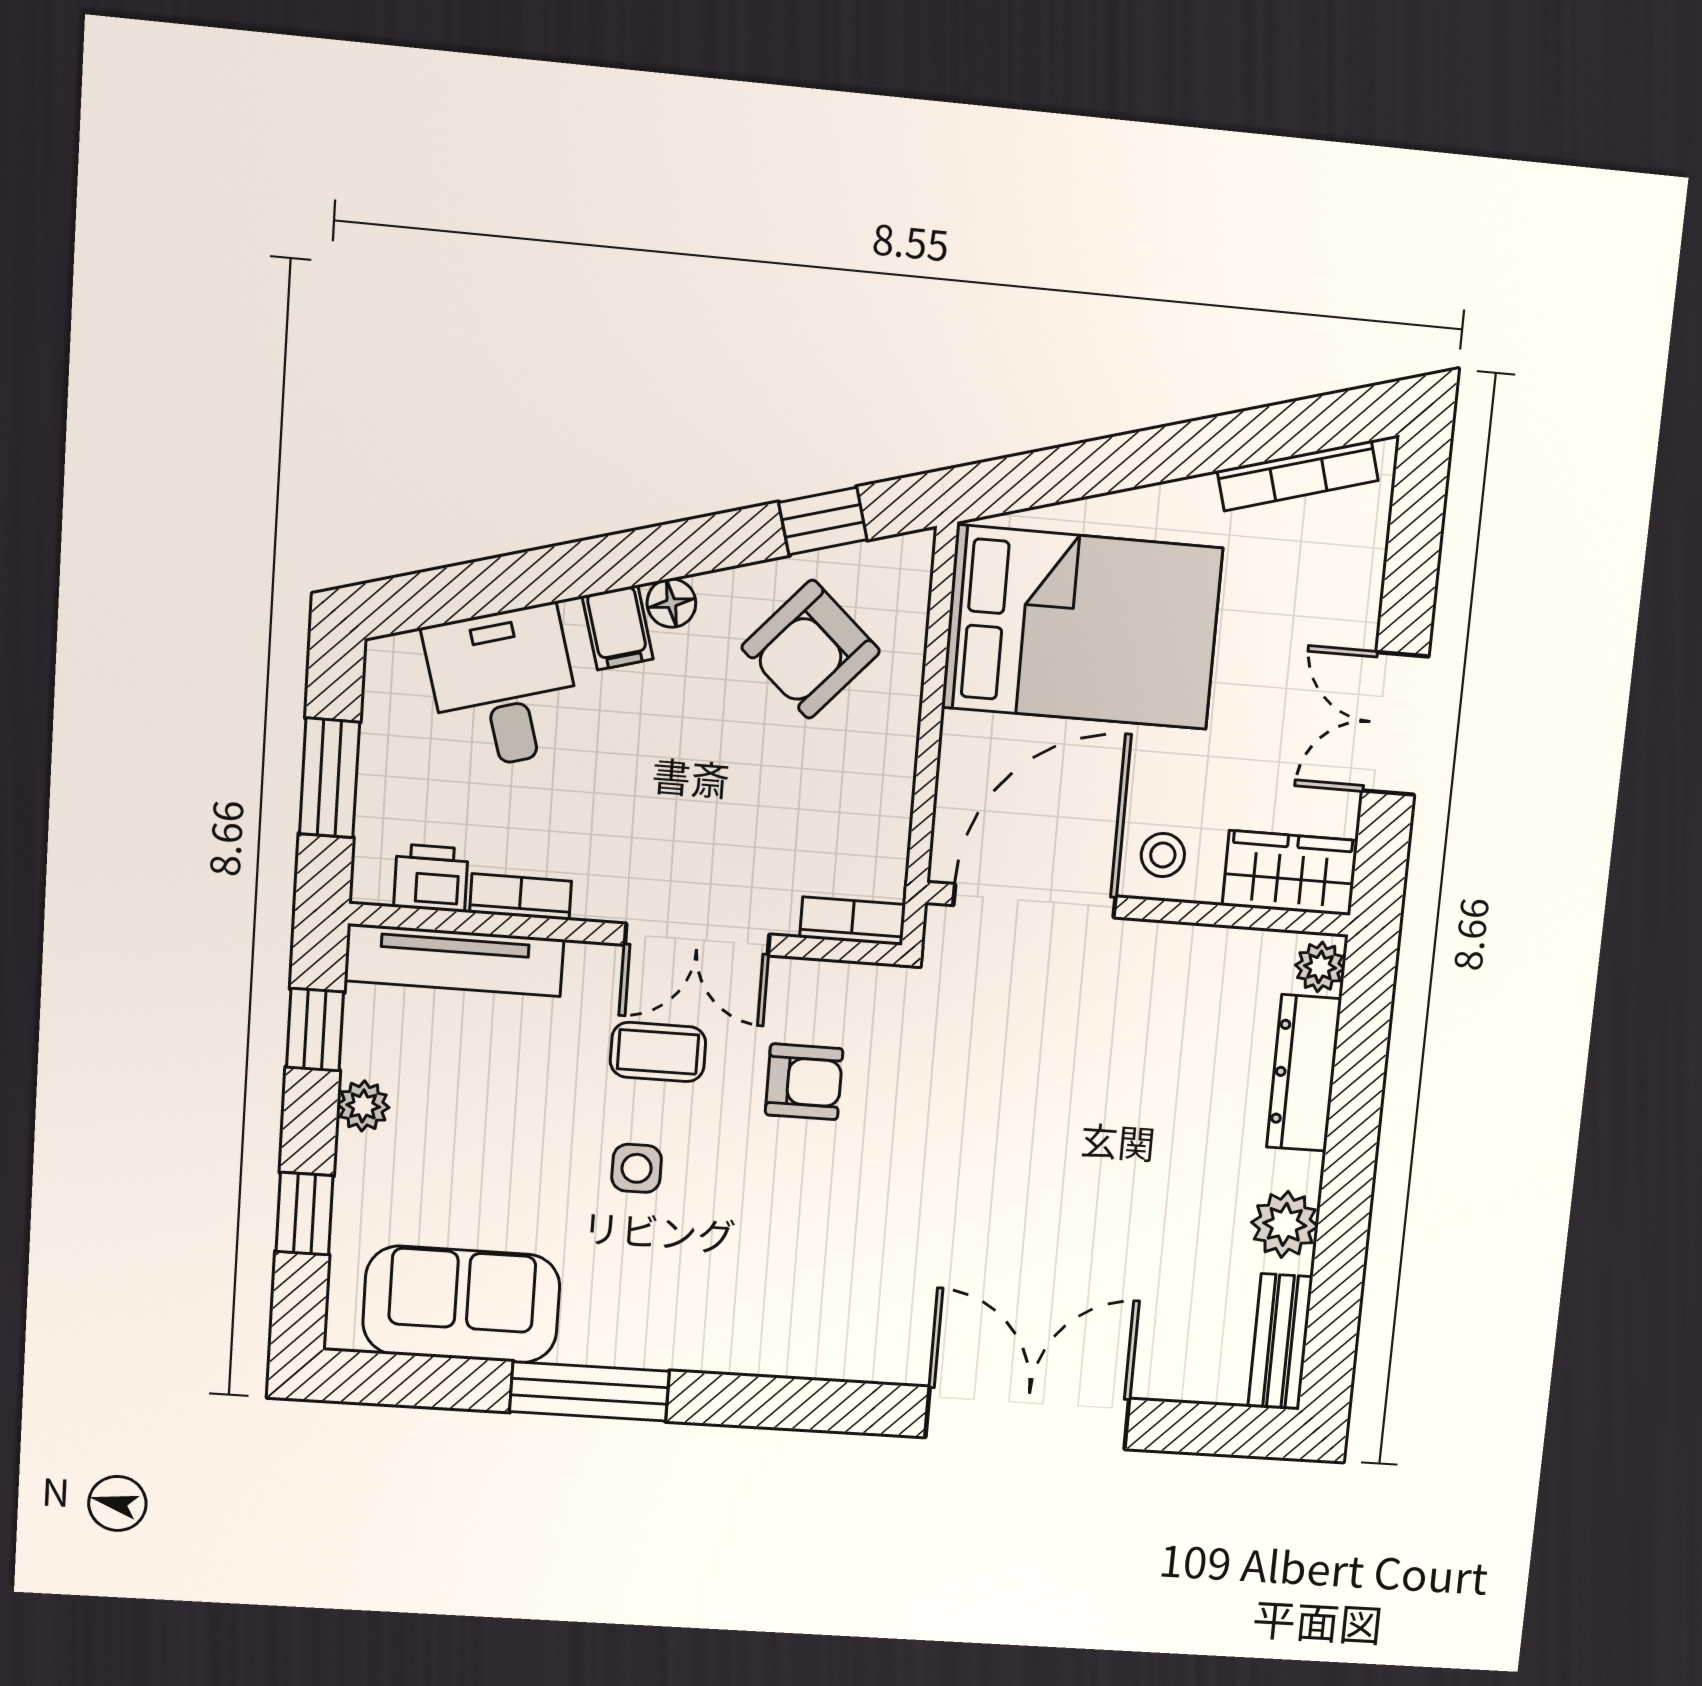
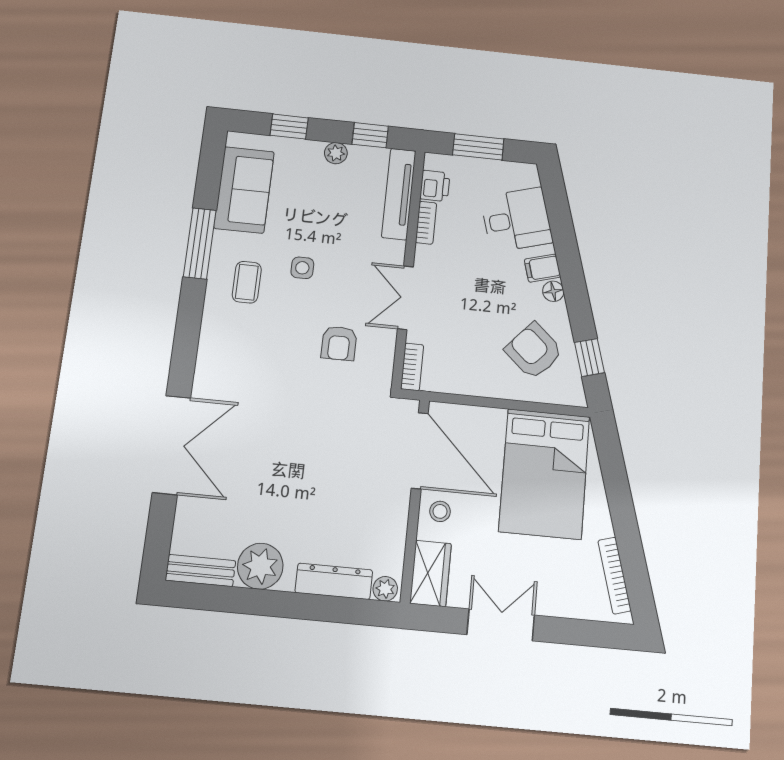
coffee table: (658, 1052) -> (247, 282), moved
plant: (1285, 1224) -> (260, 566), width x1.36, depth x1.36

